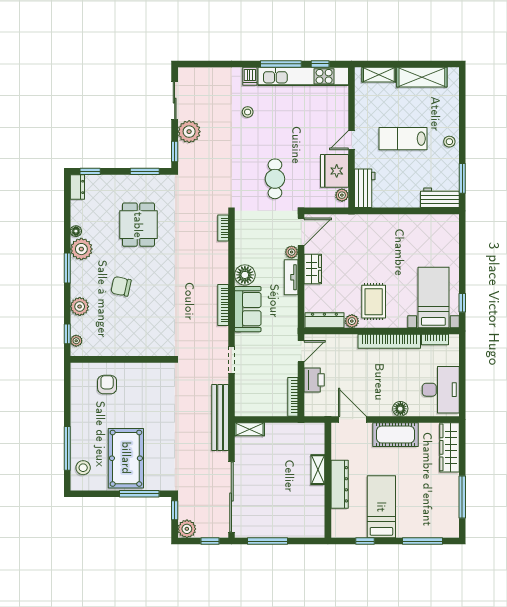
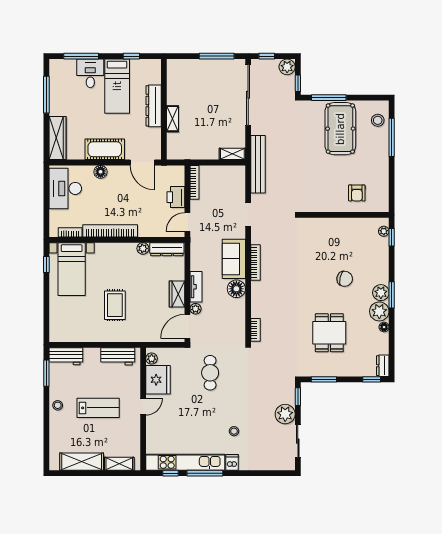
workbench: (365, 188) -> (118, 356), moved, turned -90
rug: (374, 302) -> (115, 305), moved
plant: (80, 307) -> (381, 293), moved
desk: (412, 521) -> (90, 73), added

